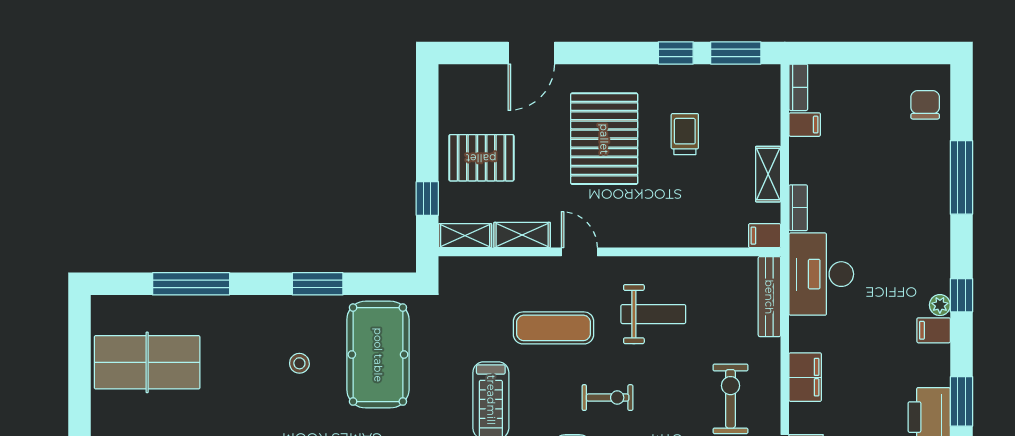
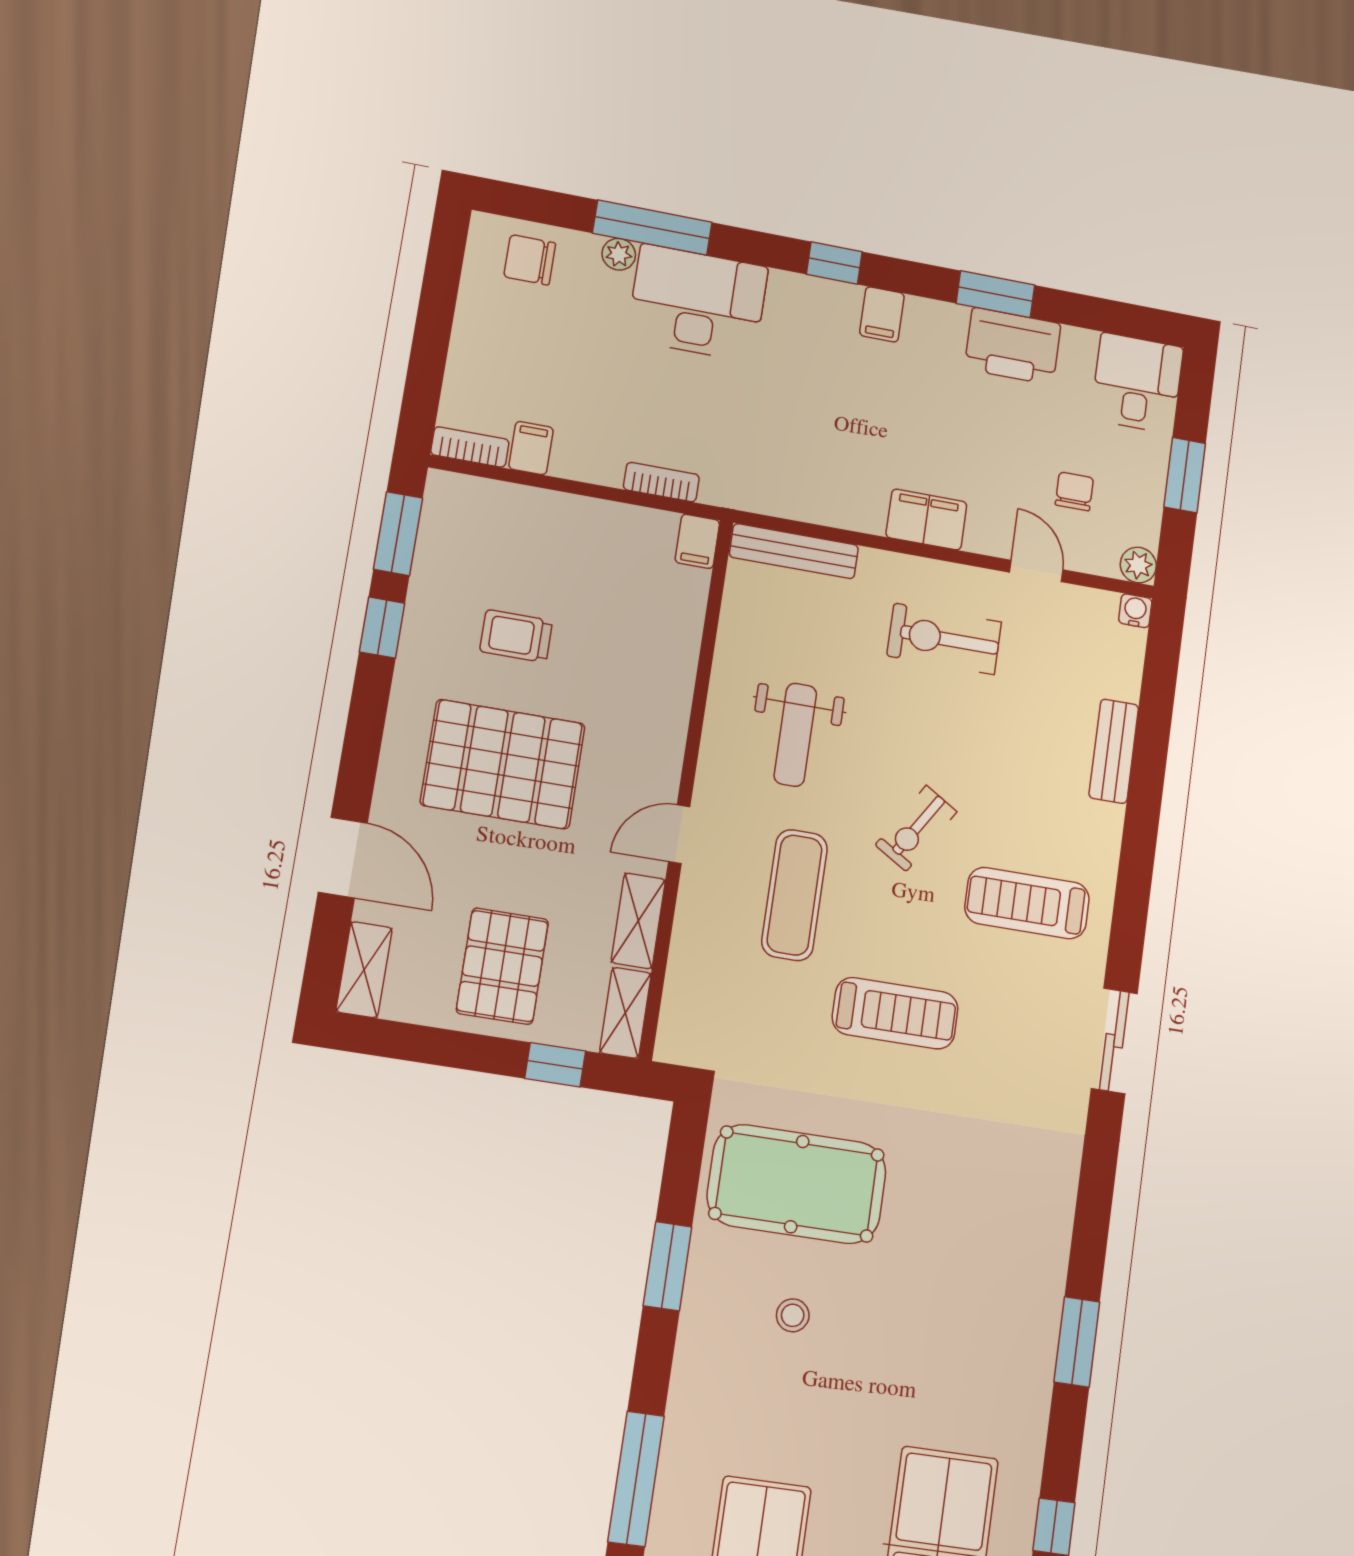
shelving: (768, 174) -> (364, 970), moved, turned 90
desk: (821, 274) -> (698, 303), moved, turned 180
plant: (940, 305) -> (619, 254), moved
weight bench: (653, 314) -> (795, 735), turned 180
exercise bike: (608, 398) -> (916, 828), turned -148

